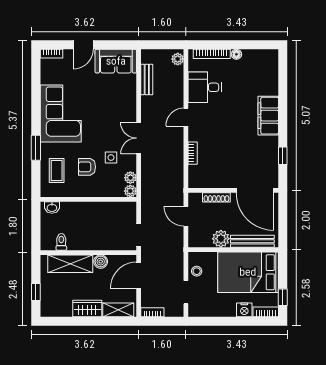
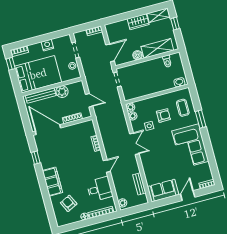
armchair: (254, 79) -> (69, 203), added
shelving: (118, 310) -> (158, 15), moved
nightstand: (244, 310) -> (47, 45), moved

